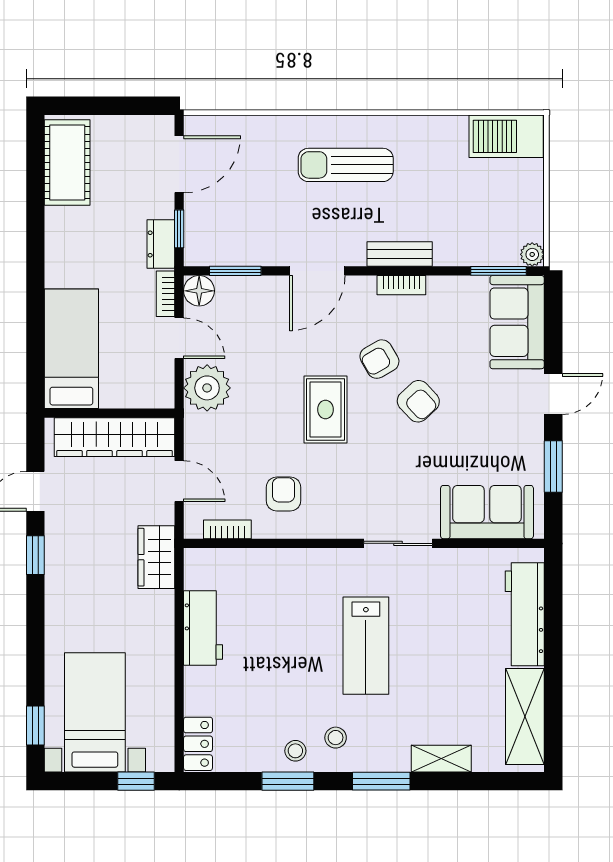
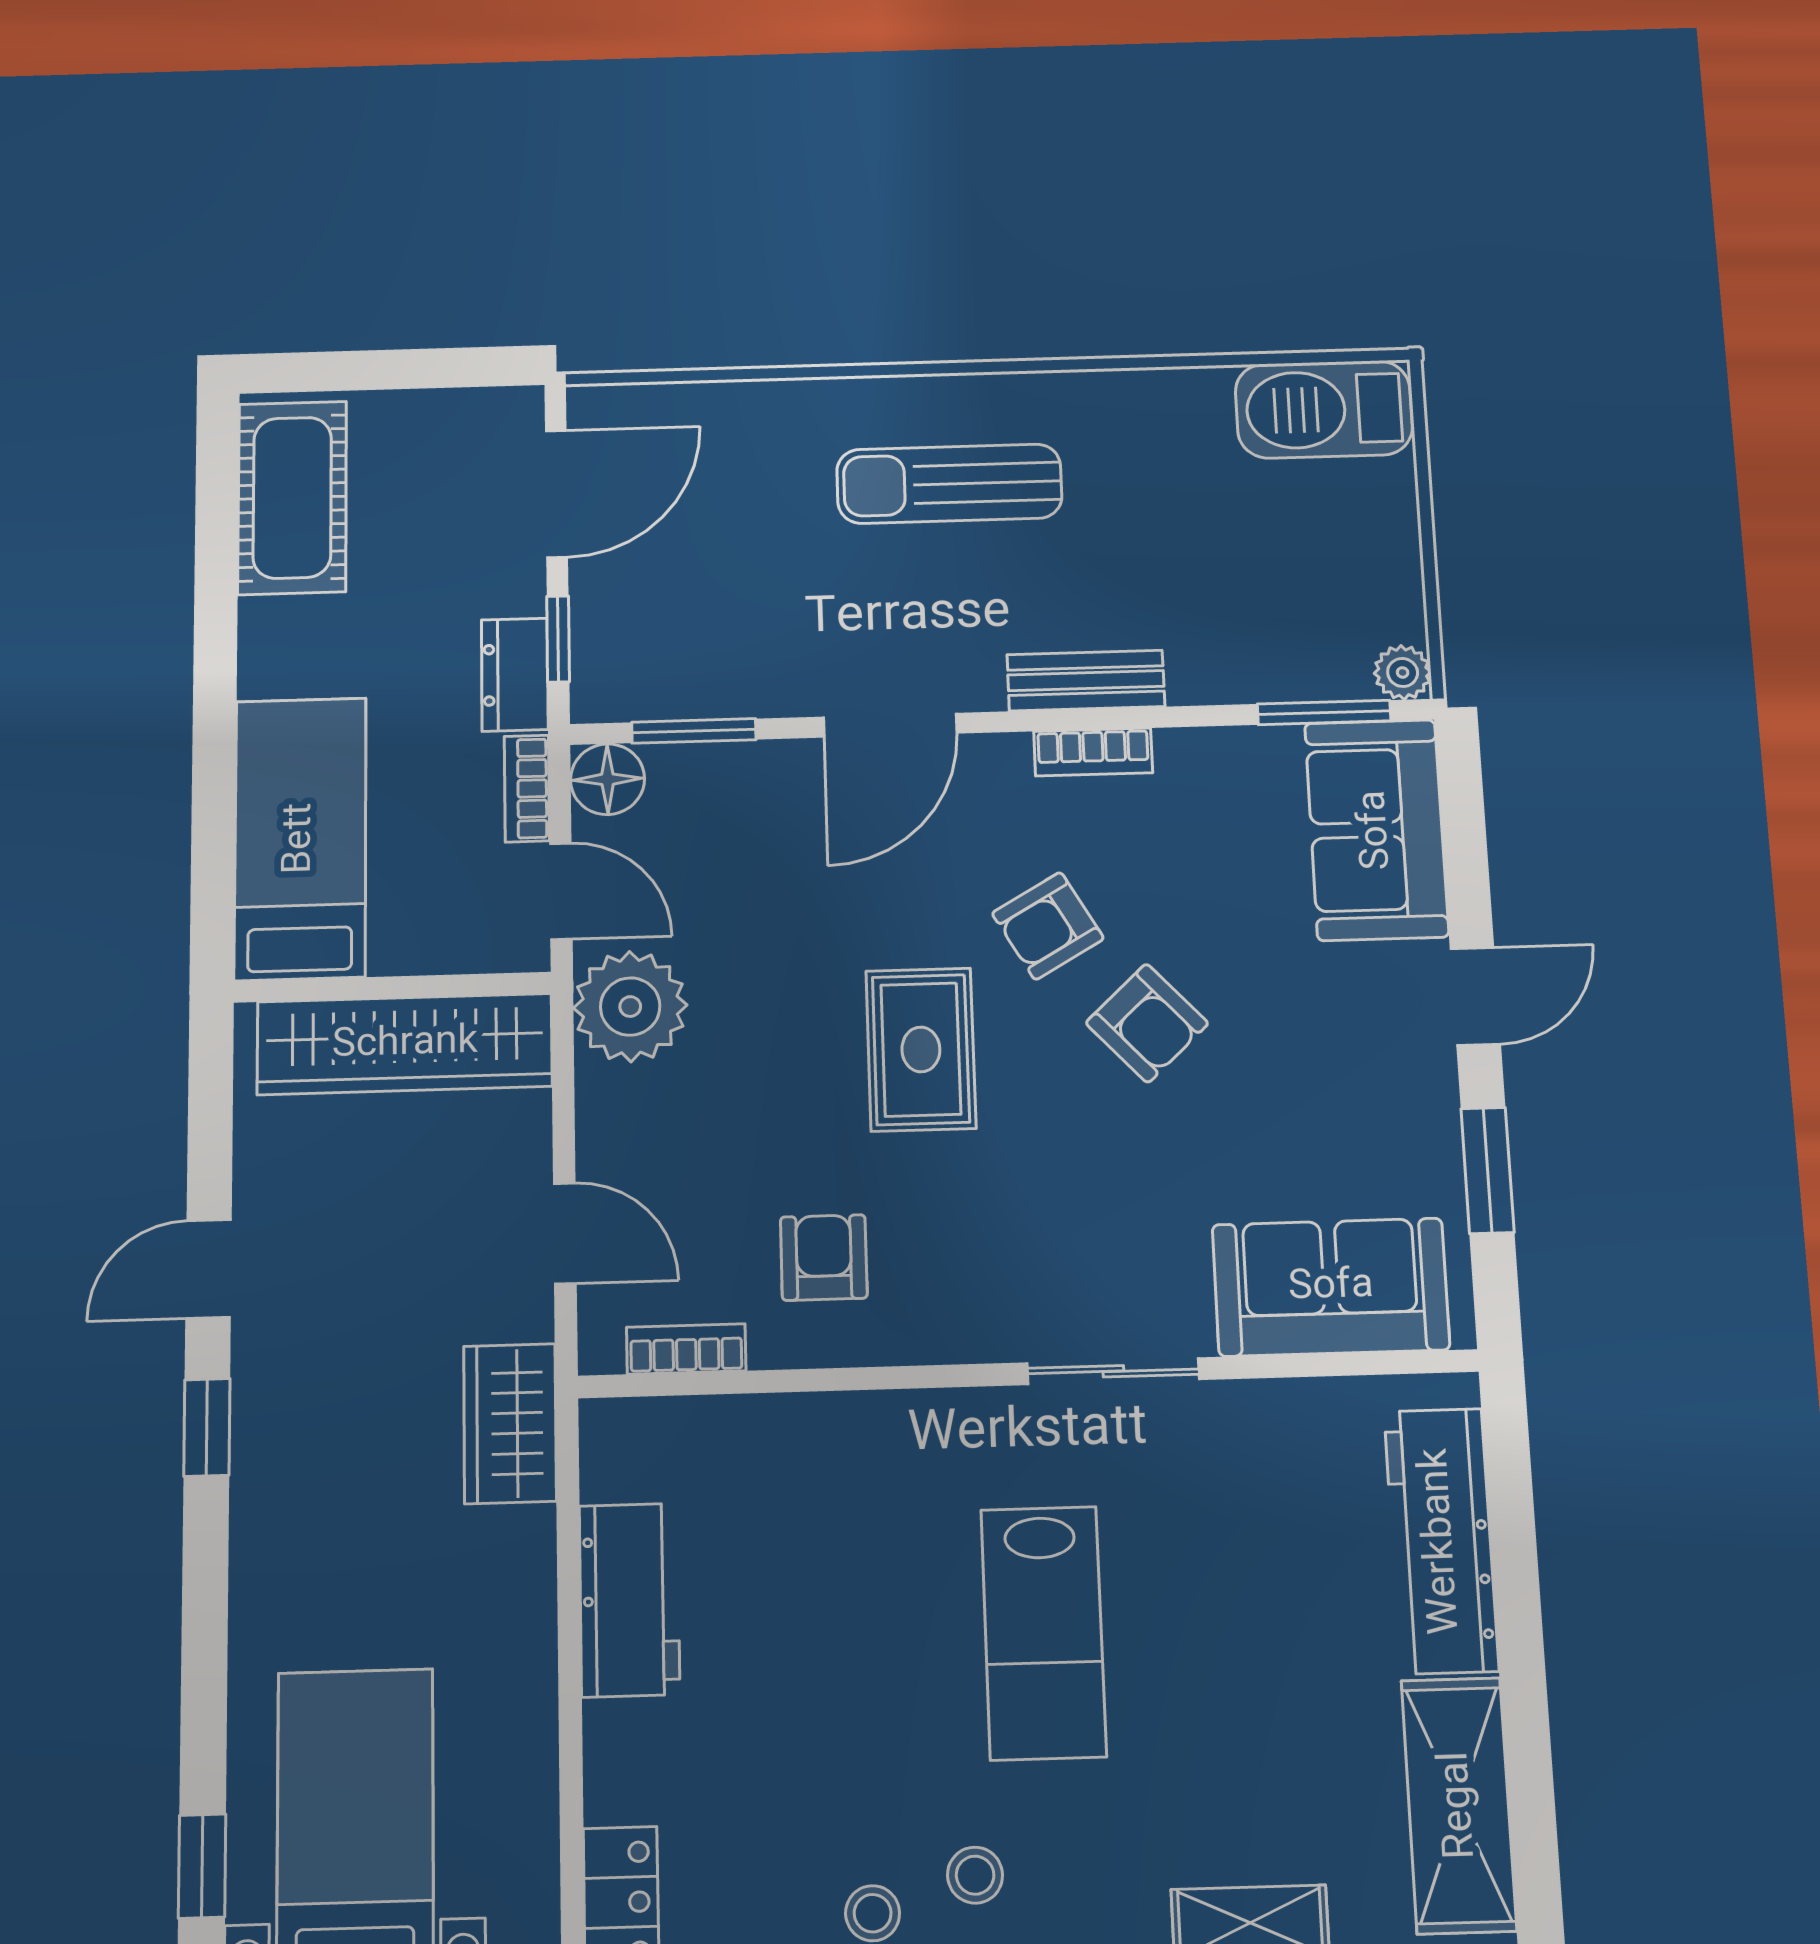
bed: (71, 349) -> (300, 838), moved
wall: (110, 413) -> (392, 987), moved
wardrobe: (115, 437) -> (405, 1044), moved

